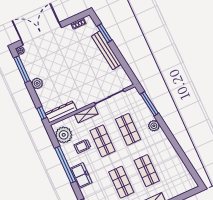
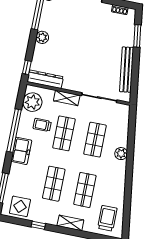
bench: (106, 50) -> (127, 70), moved
window: (149, 104) -> (132, 130), removed
trolley: (177, 179) -> (107, 218), added

